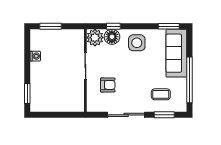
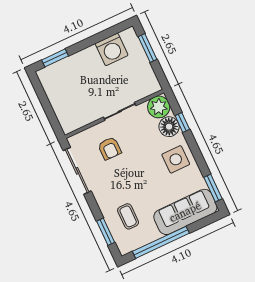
washing machine: (35, 56) -> (112, 49), width x1.89, depth x1.89
sliding door: (126, 115) -> (77, 171), moved

